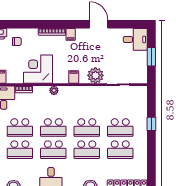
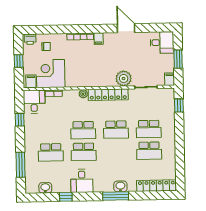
corner desk: (38, 69) -> (51, 74), moved
filing cabinet: (74, 77) -> (170, 79), moved
locker: (79, 92) -> (108, 95), added
window: (151, 124) -> (179, 105), moved
school desk: (20, 128) -> (50, 131), removed
school desk: (87, 150) -> (116, 151), removed

